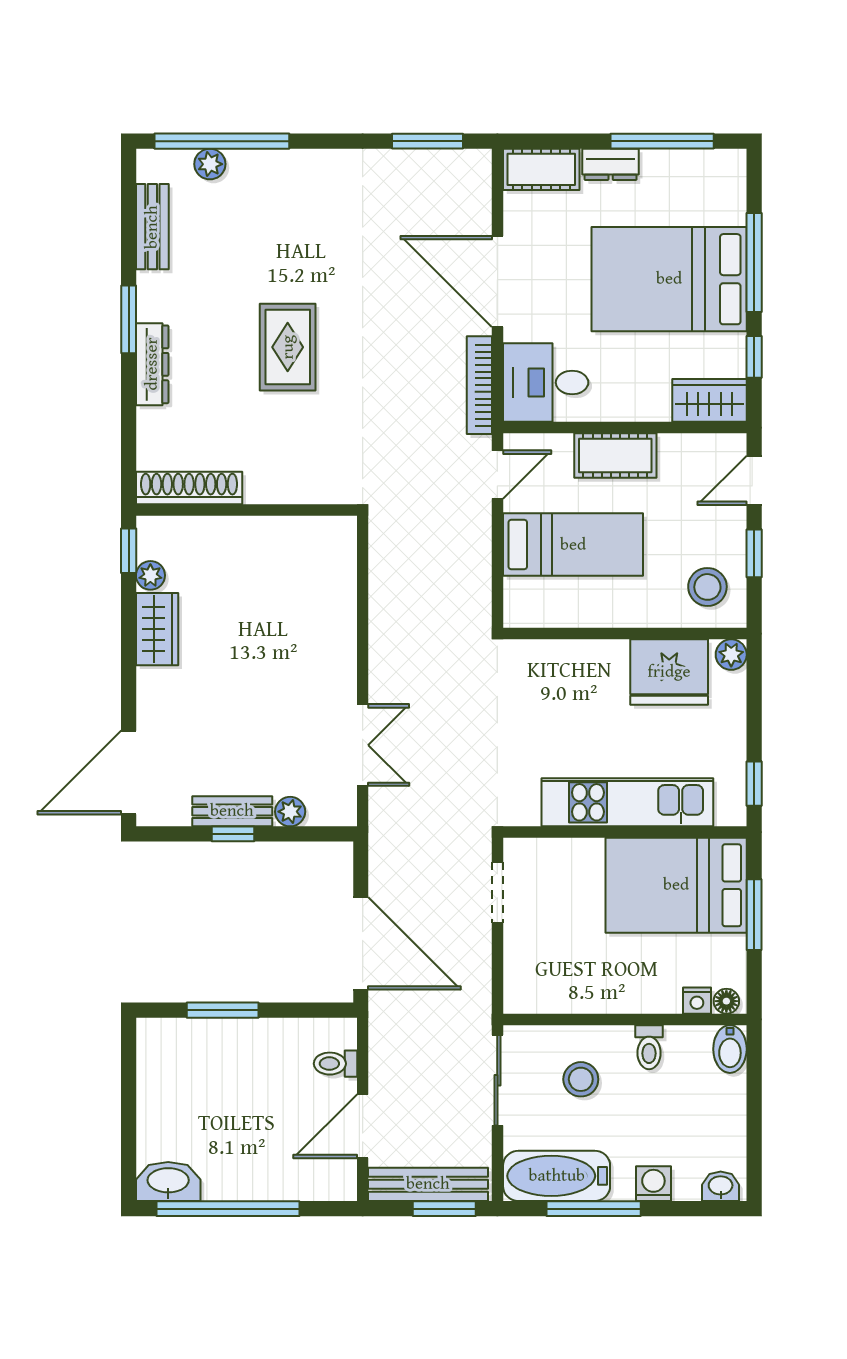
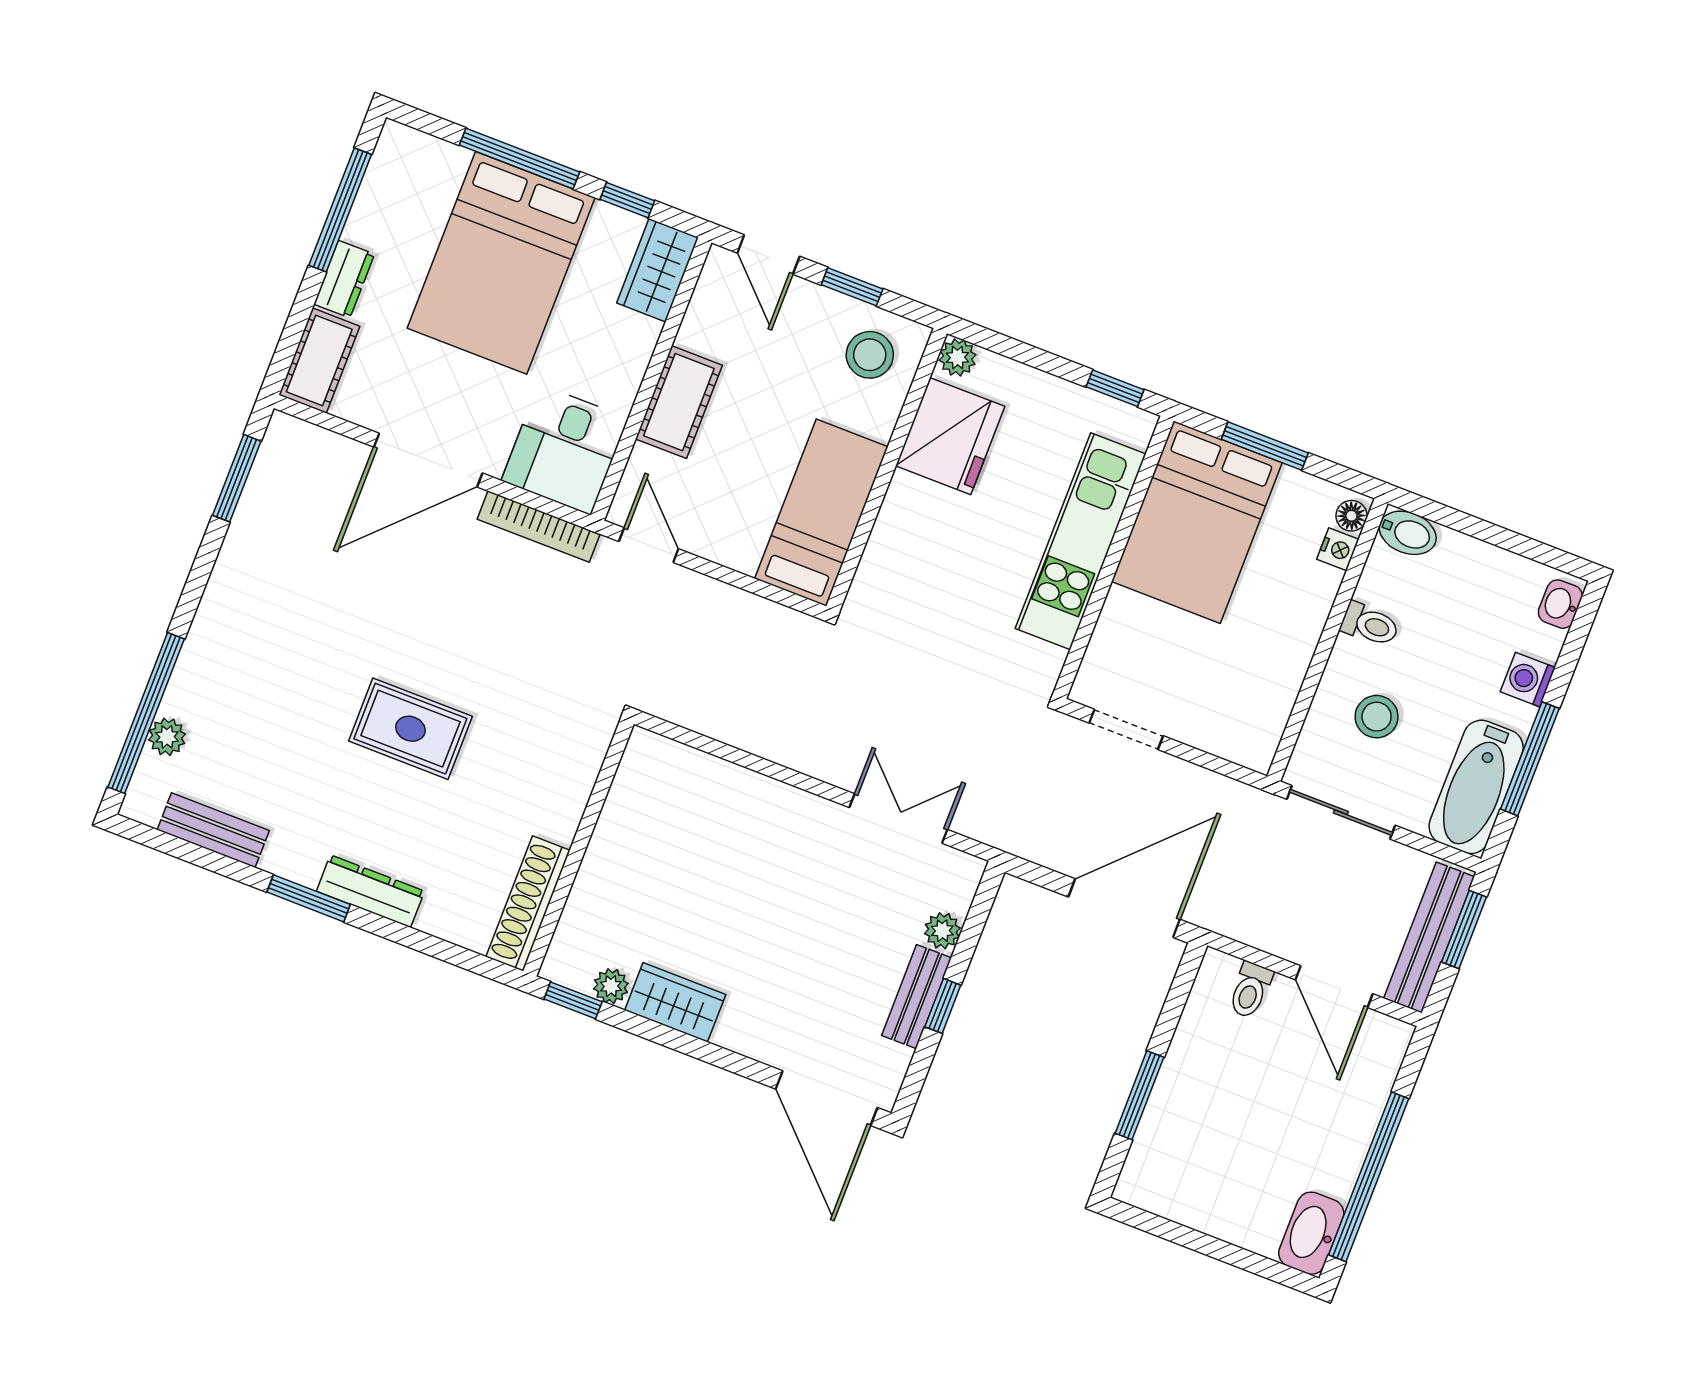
bed: (573, 545) -> (821, 513), moved

